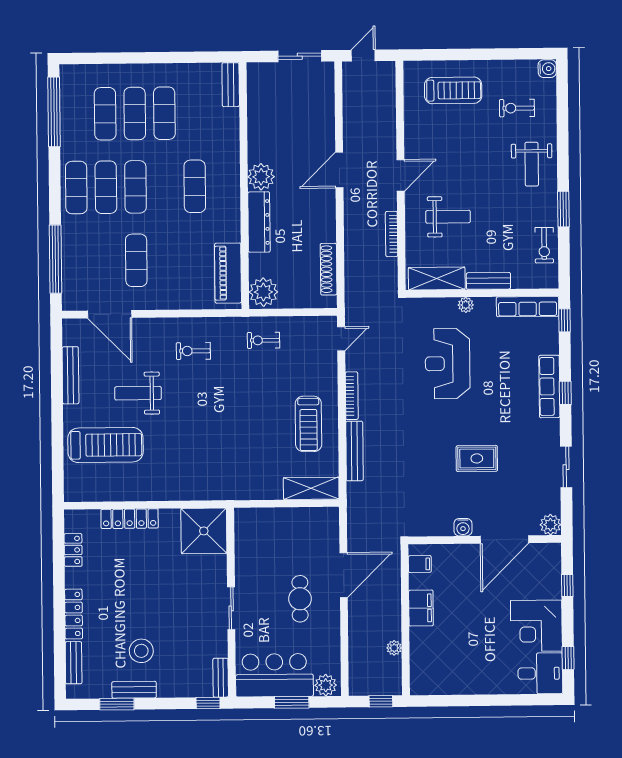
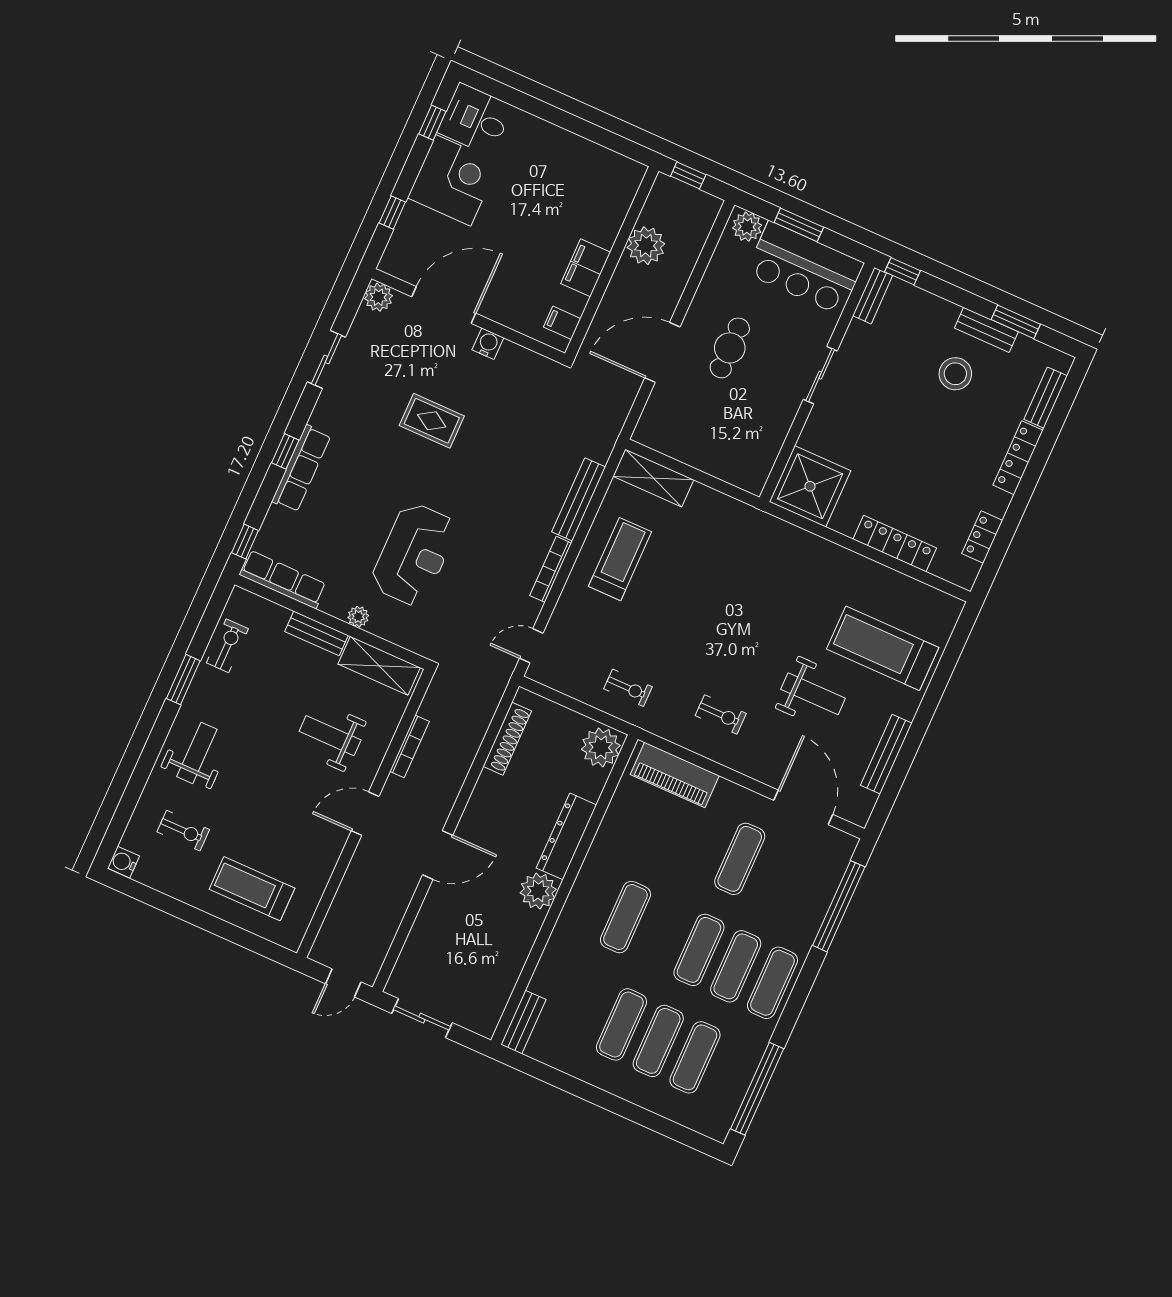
piano: (228, 273) -> (675, 775), moved, turned 90
plant: (394, 648) -> (646, 246), width x1.88, depth x1.88

